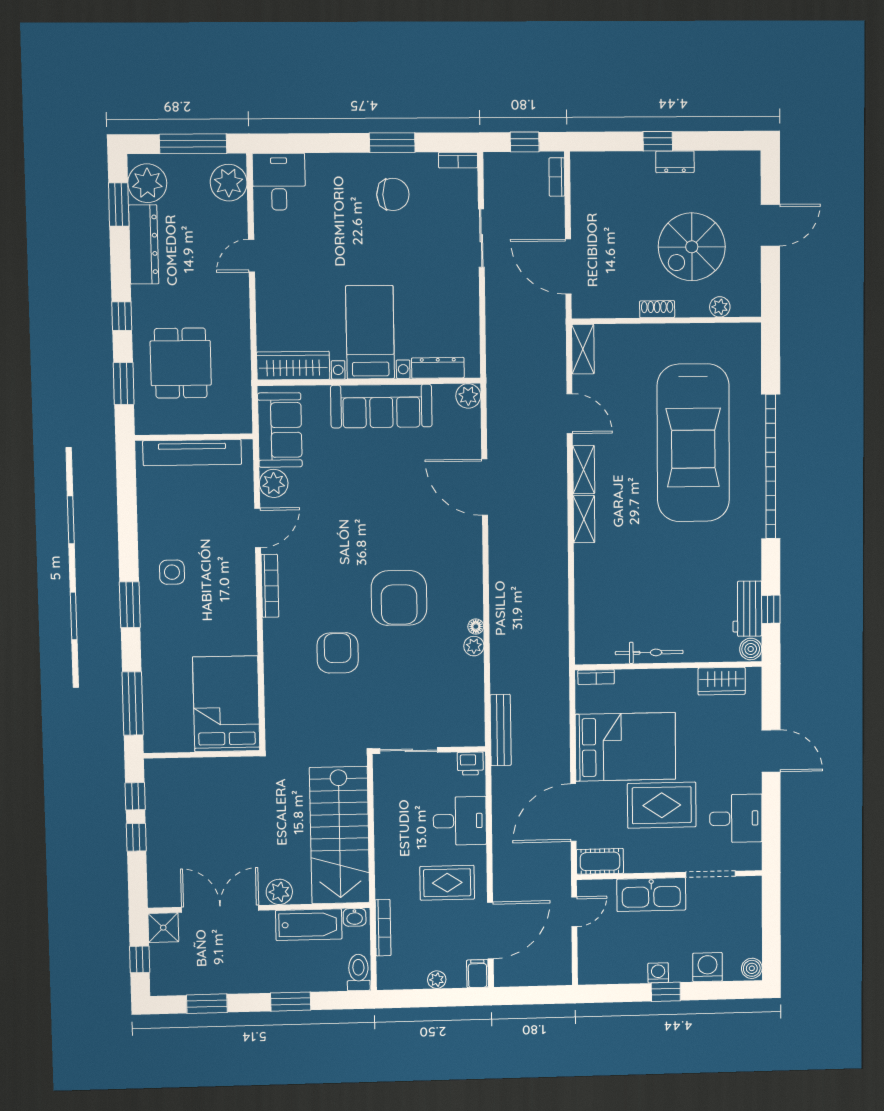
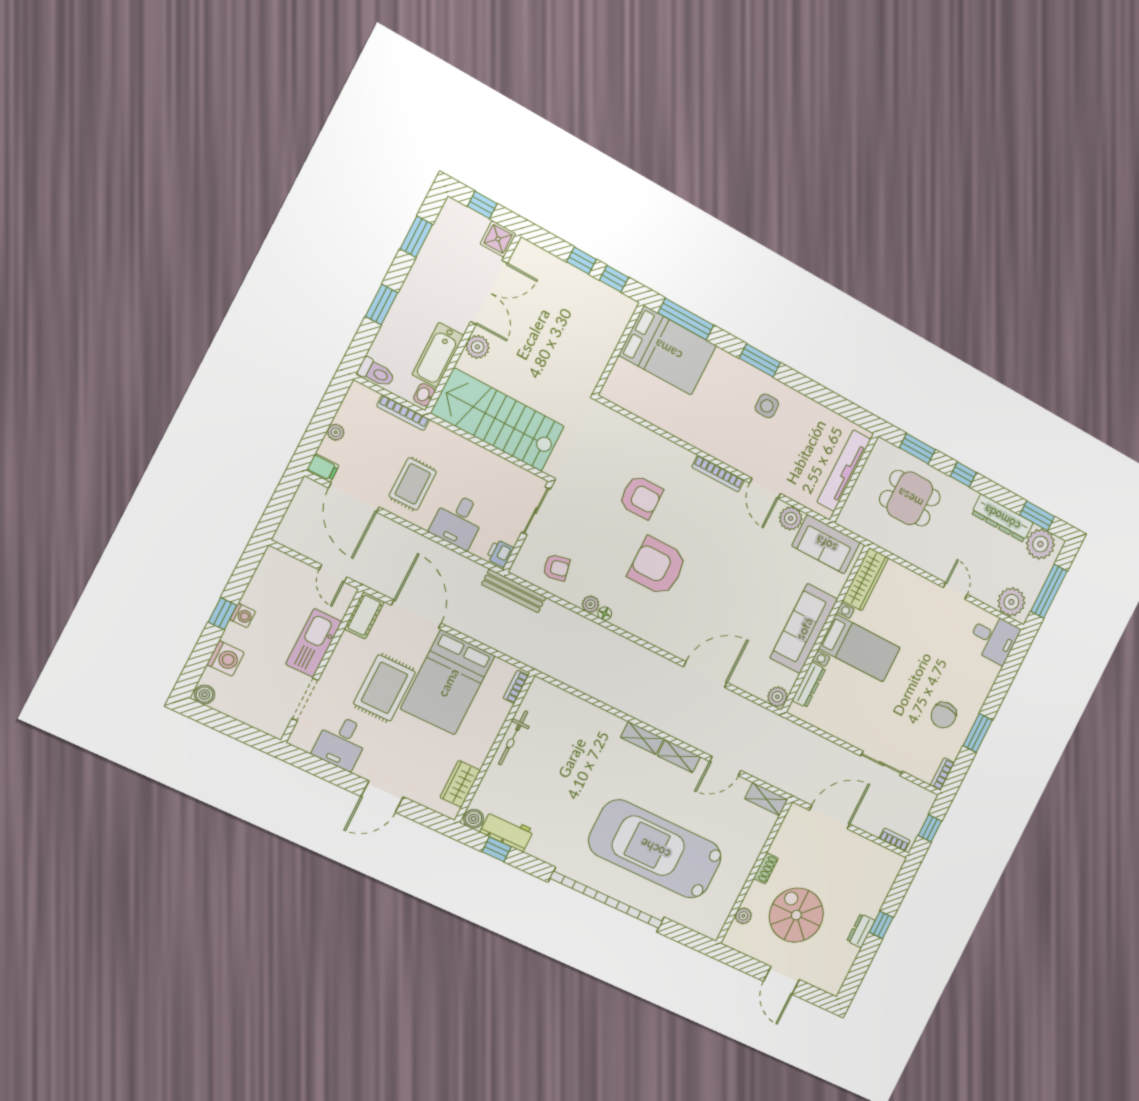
armchair: (455, 700) -> (556, 568), added
bed: (226, 704) -> (668, 350), moved

